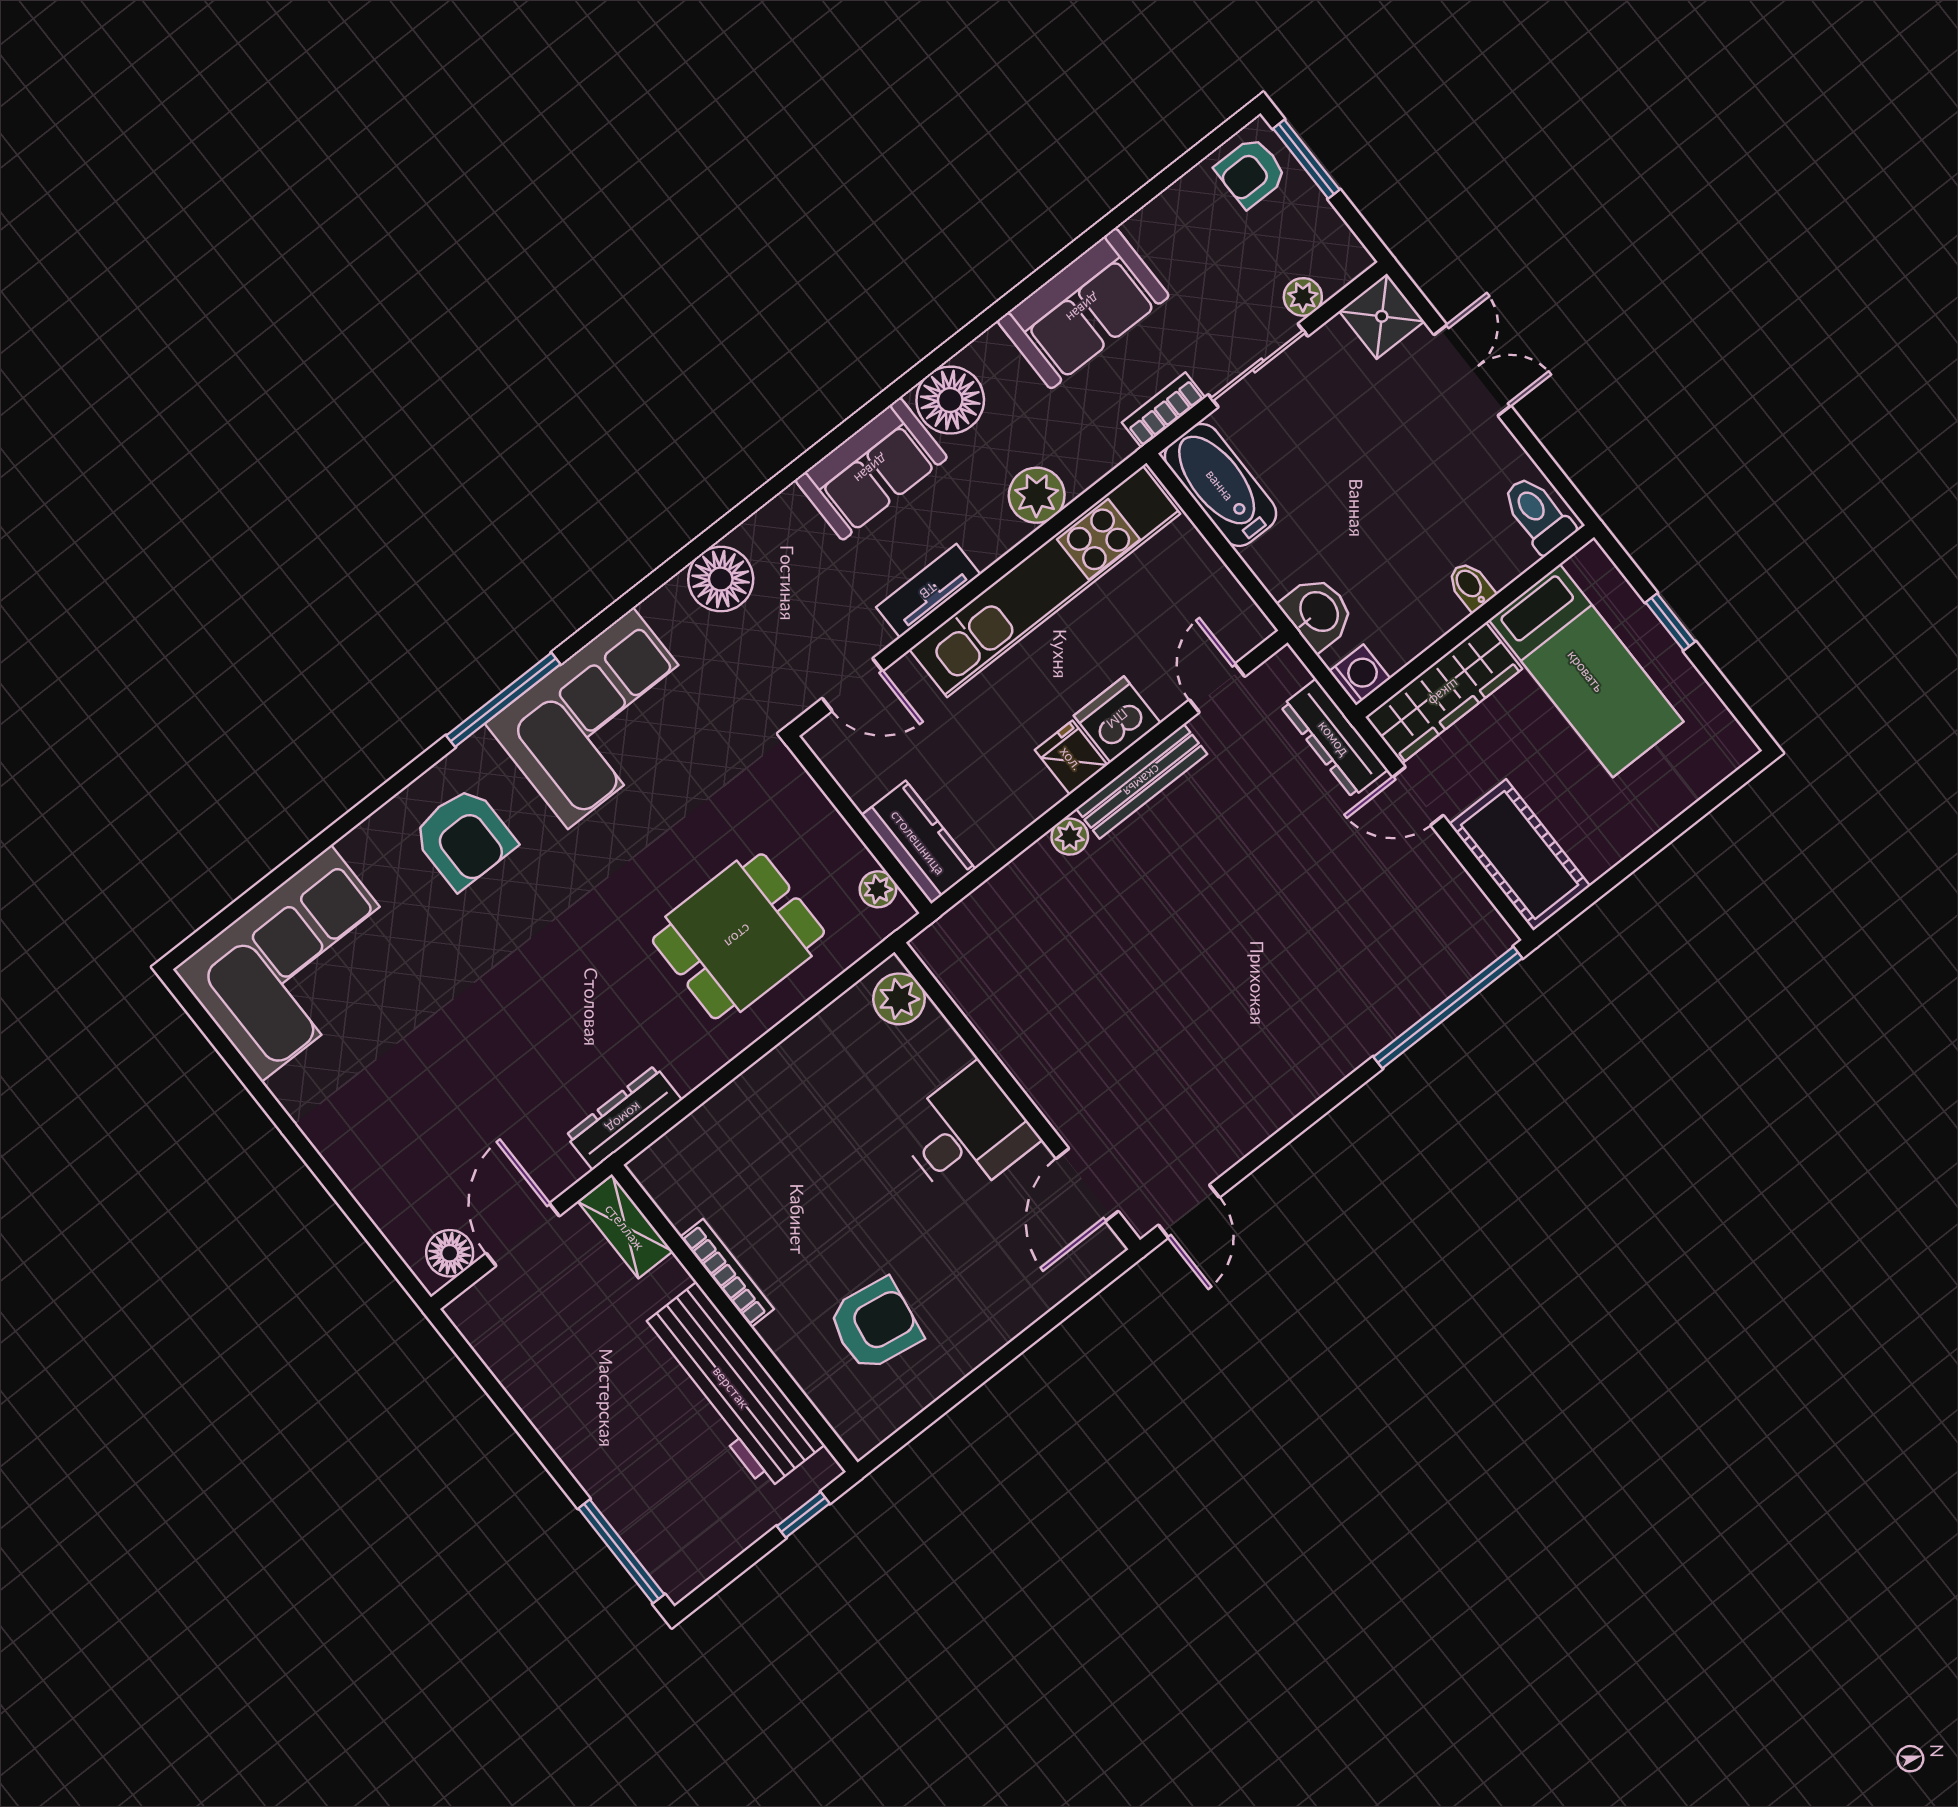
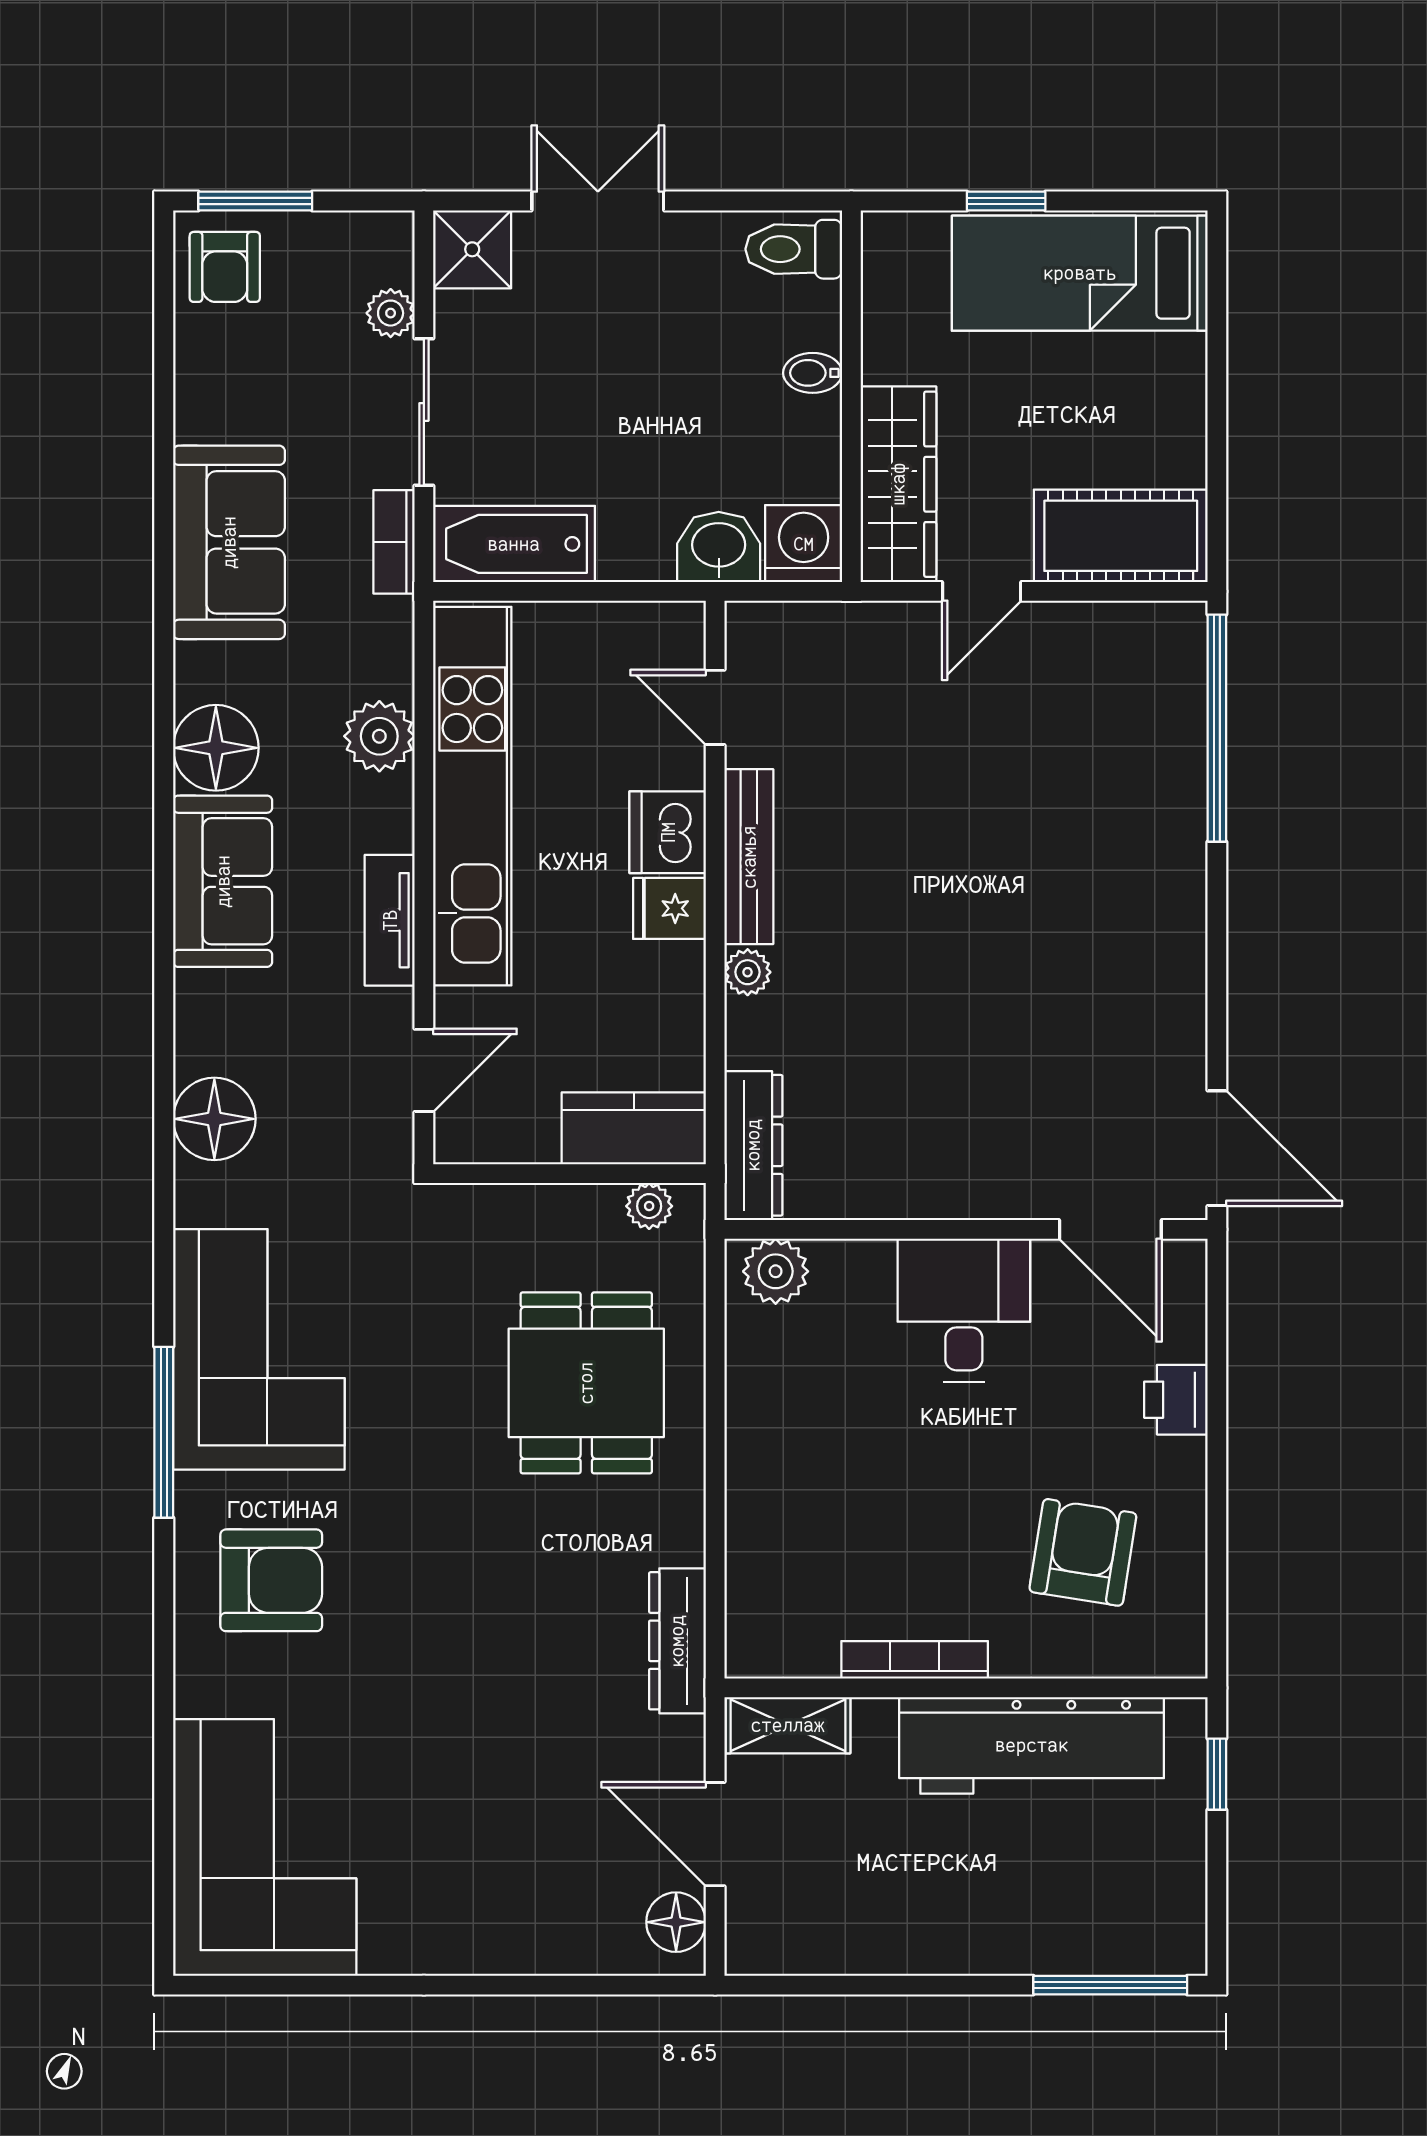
bed: (1586, 671) -> (1080, 273), moved, turned 180
washing machine: (1360, 675) -> (804, 544), width x1.38, depth x1.38
dresser: (1334, 738) -> (753, 1145), moved, turned -90
door: (1189, 1211) -> (1217, 1148), width x1.38
printer: (1014, 1308) -> (1176, 1400), added

